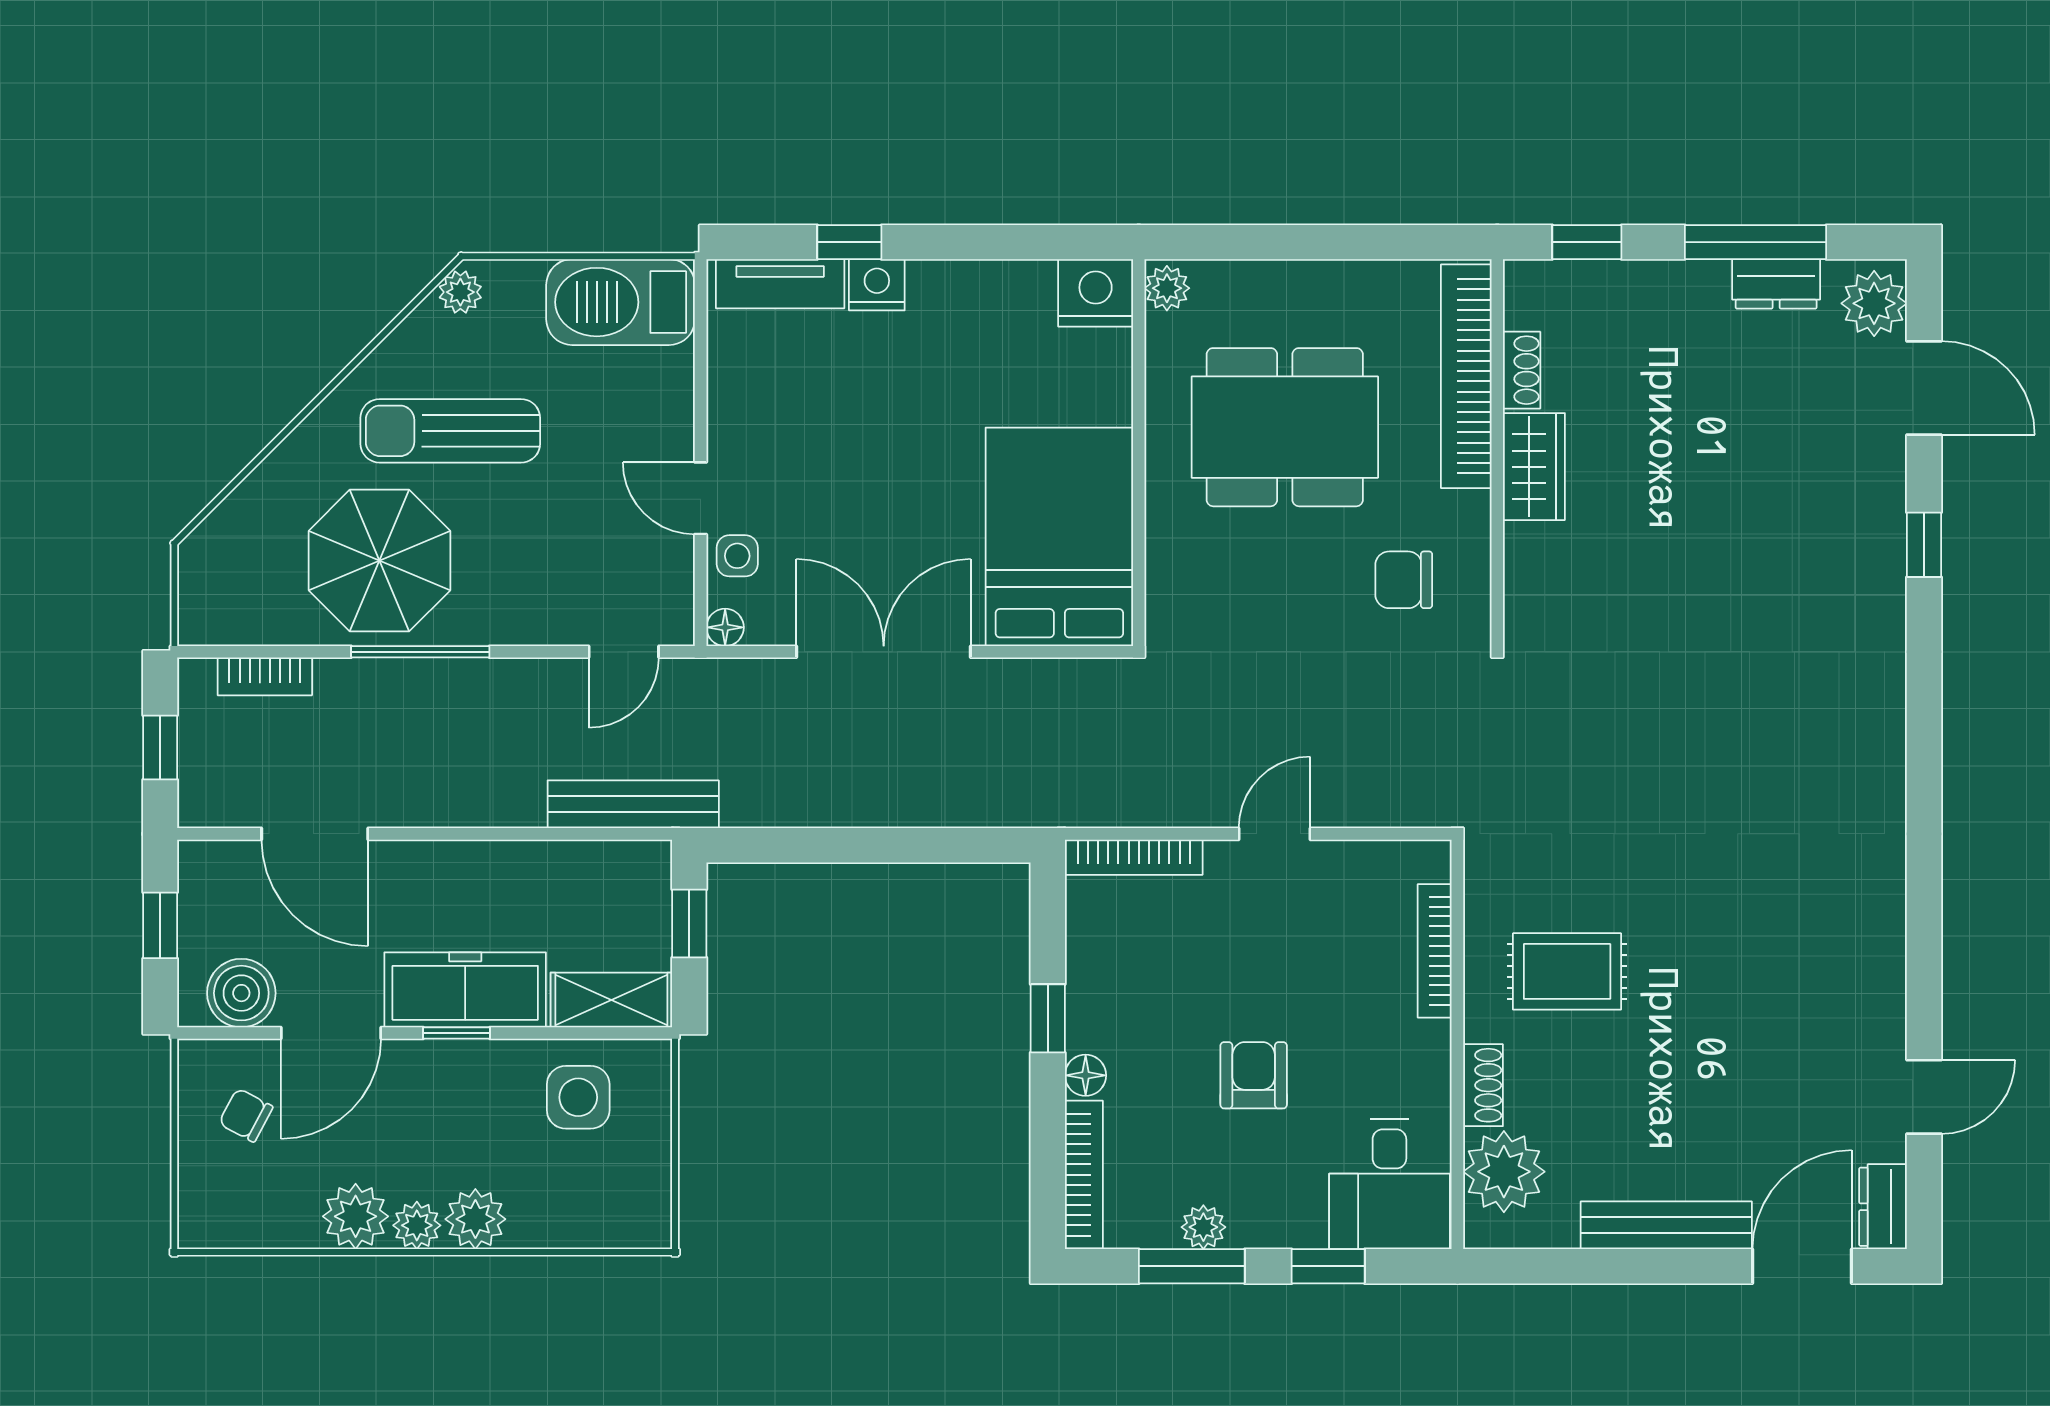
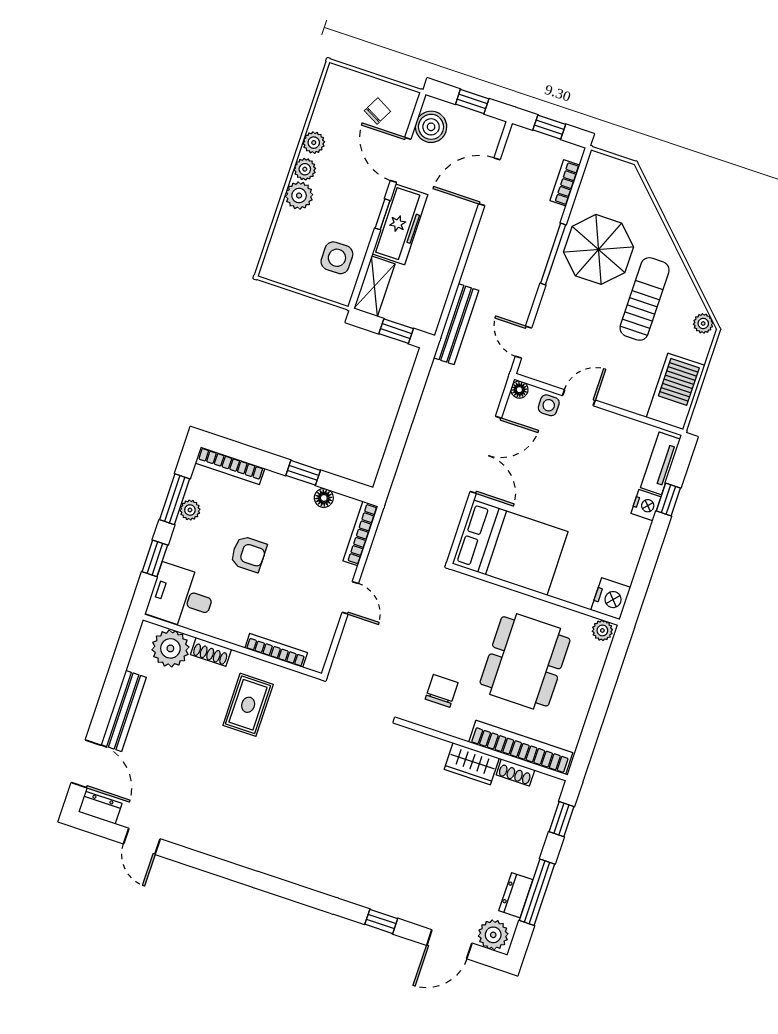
floor lamp: (1086, 1075) -> (324, 498), moved
plant: (356, 1216) -> (314, 143), width x0.73, depth x0.73

